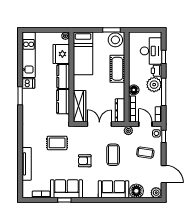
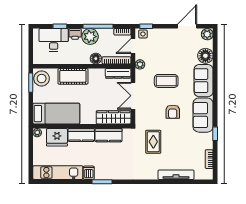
coffee table: (145, 153) -> (164, 46), removed
sofa: (66, 189) -> (203, 115), moved

